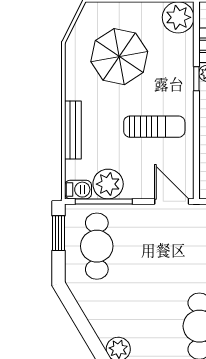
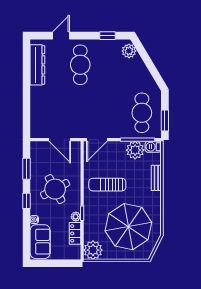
parasol: (119, 57) -> (128, 227), width x1.36, depth x1.36
bench: (73, 130) -> (156, 178), width x0.73
door: (172, 201) -> (97, 140), hinge flipped

